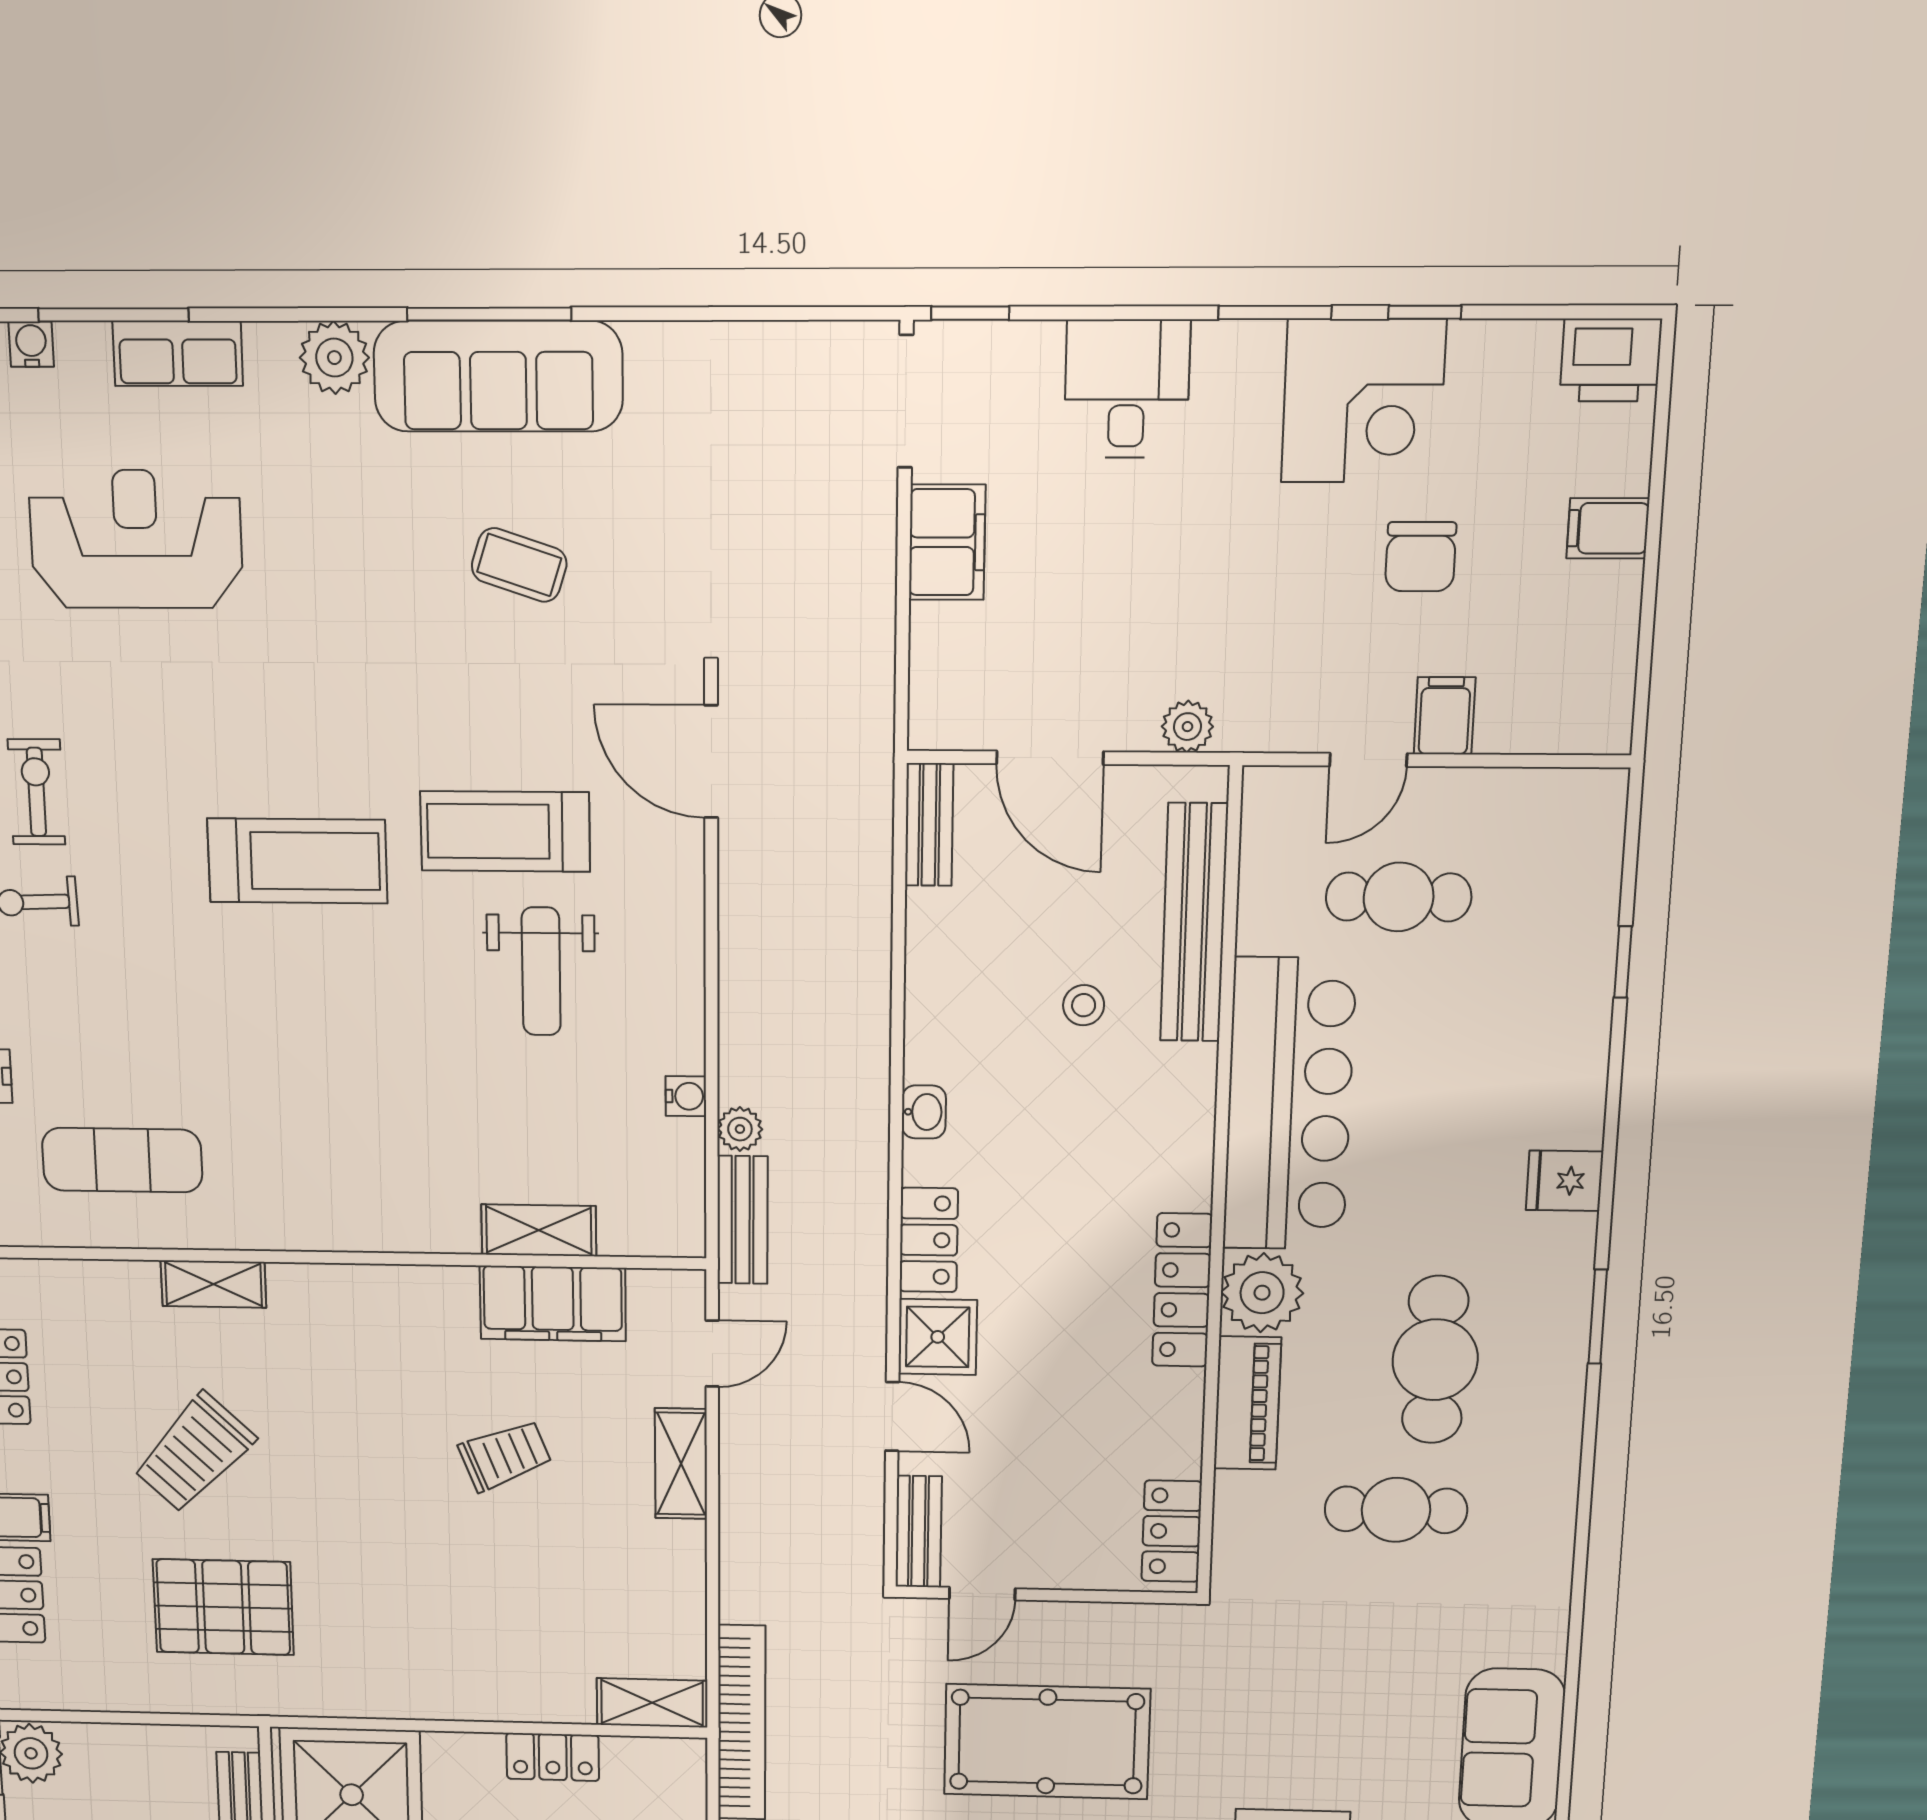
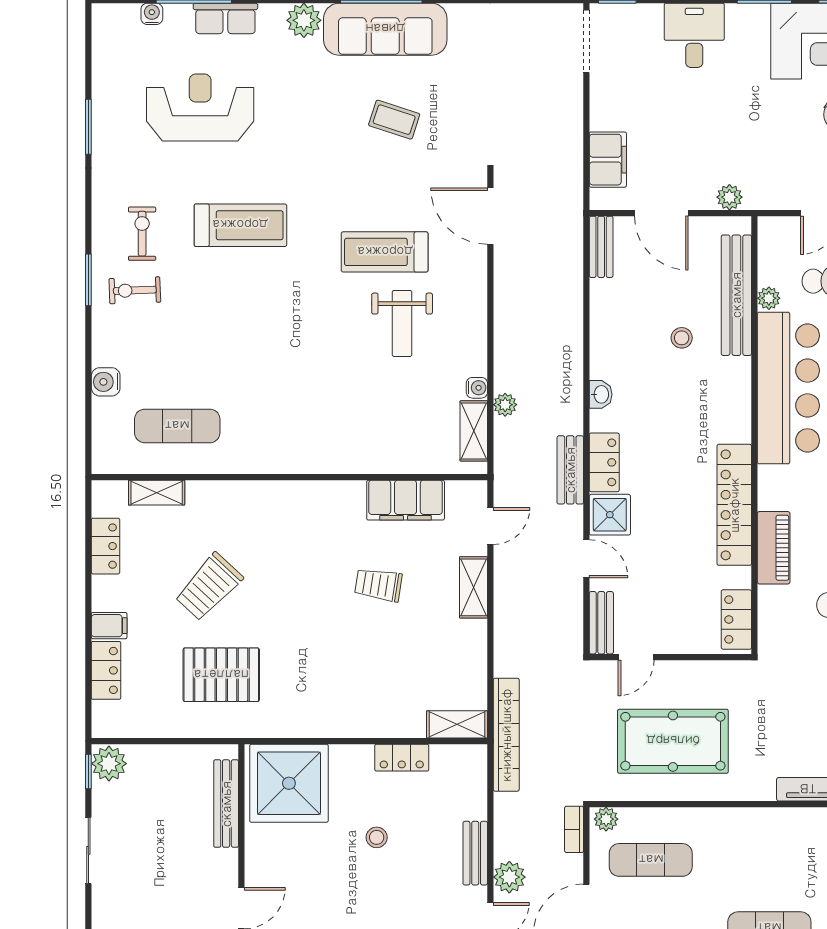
filing cabinet: (947, 542) -> (608, 160), moved
treadmill: (297, 861) -> (240, 225), moved
bench: (743, 1220) -> (570, 470), moved
shelving: (539, 1230) -> (474, 431), moved, turned 90
shelving: (213, 1284) -> (157, 493), moved
locker: (1182, 1290) -> (734, 505), width x1.41, depth x1.21
plant: (1262, 1293) -> (769, 298), moved, width x0.53, depth x0.53
trolley: (505, 1455) -> (378, 585), turned -149

